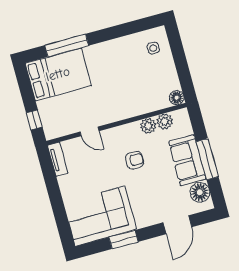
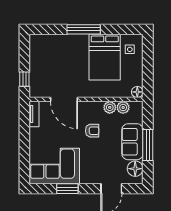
window: (67, 45) -> (84, 29), moved
bed: (58, 74) -> (105, 57), moved, turned 90
door: (90, 131) -> (64, 99), width x1.87

